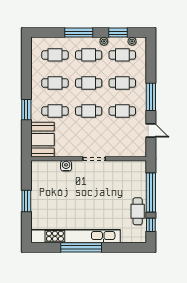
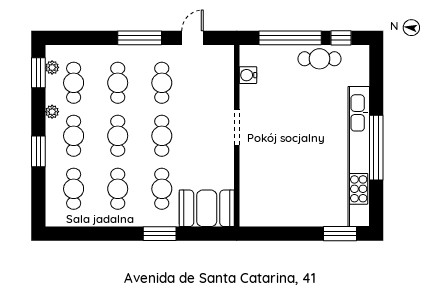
window: (79, 33) -> (38, 151), width x0.69
window: (118, 33) -> (38, 73), moved
water cooler: (66, 166) -> (248, 75), moved
window: (26, 201) -> (340, 234), moved

